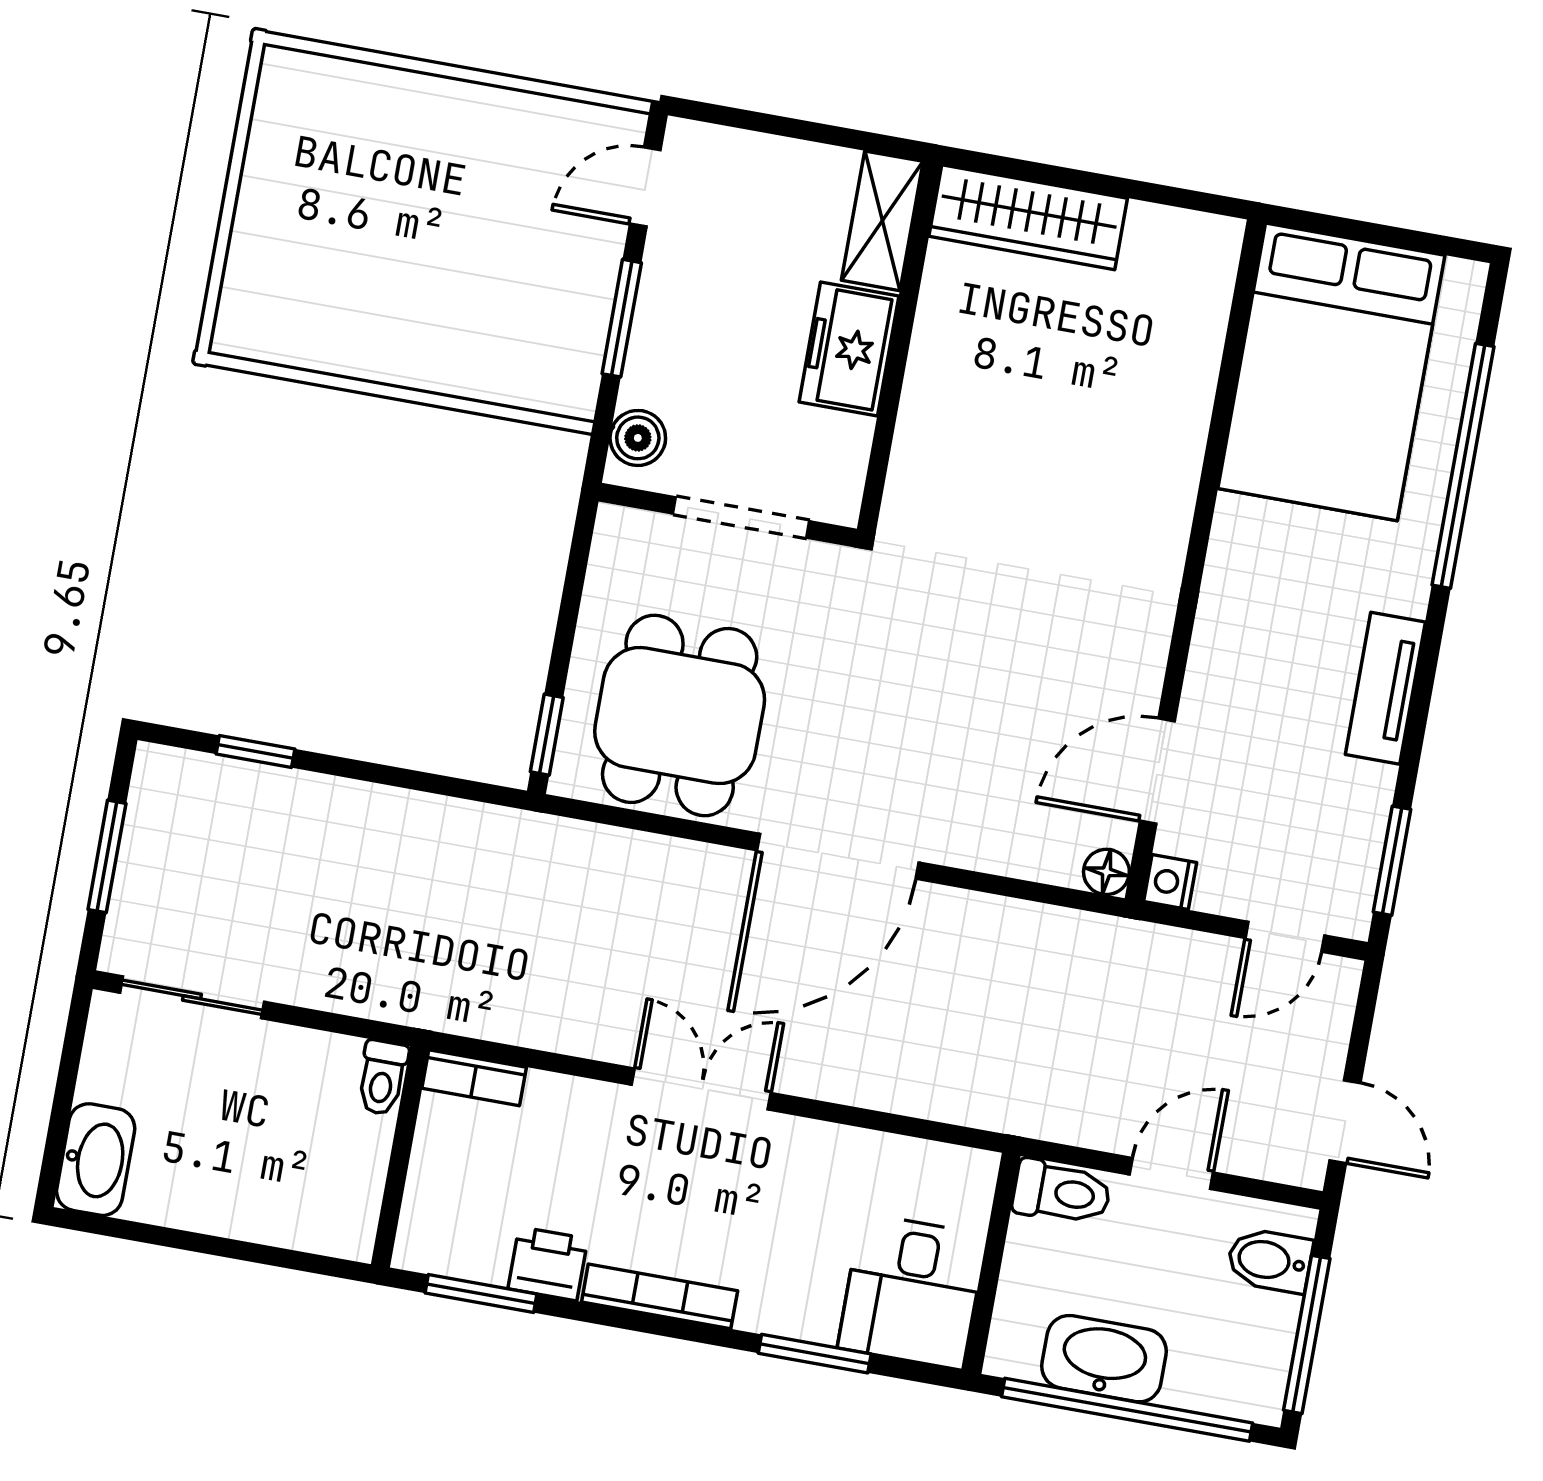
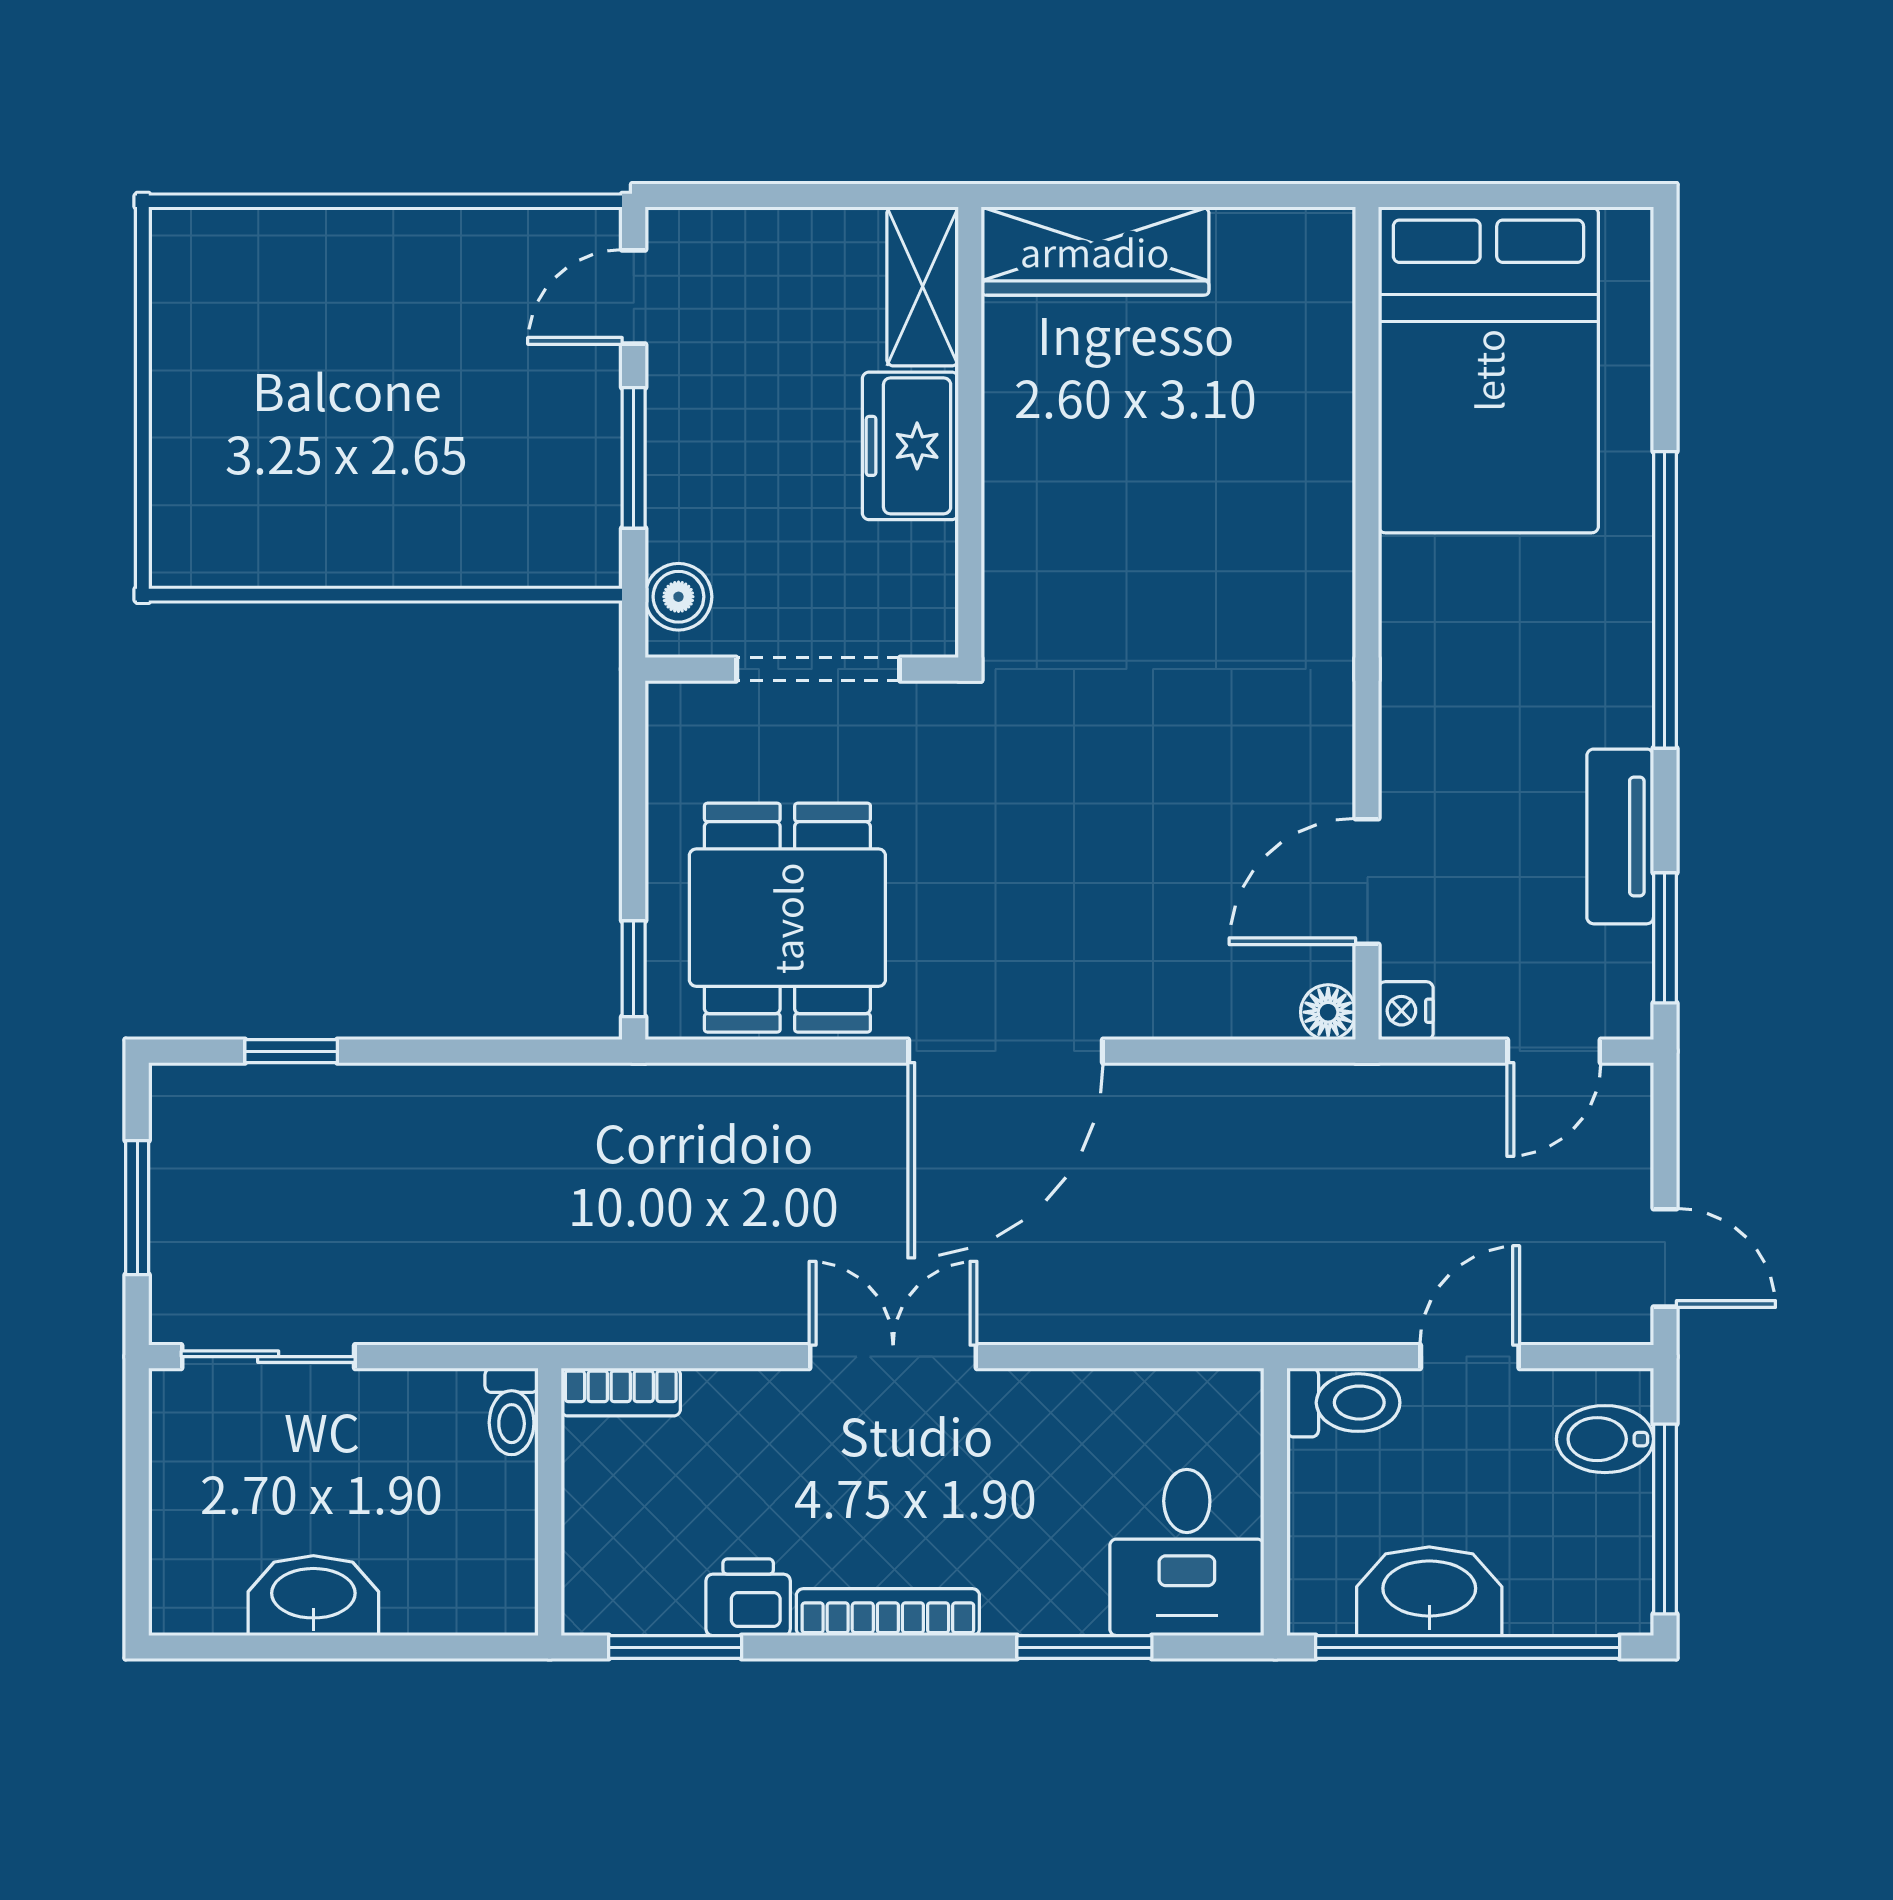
window: (1463, 466) -> (1665, 600), moved
tv unit: (1385, 688) -> (1620, 836), moved
washbasin: (96, 1160) -> (313, 1596), moved, turned -90

